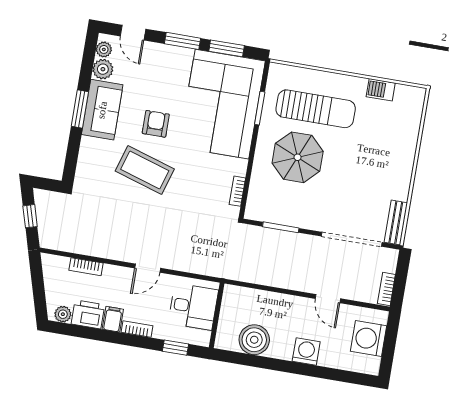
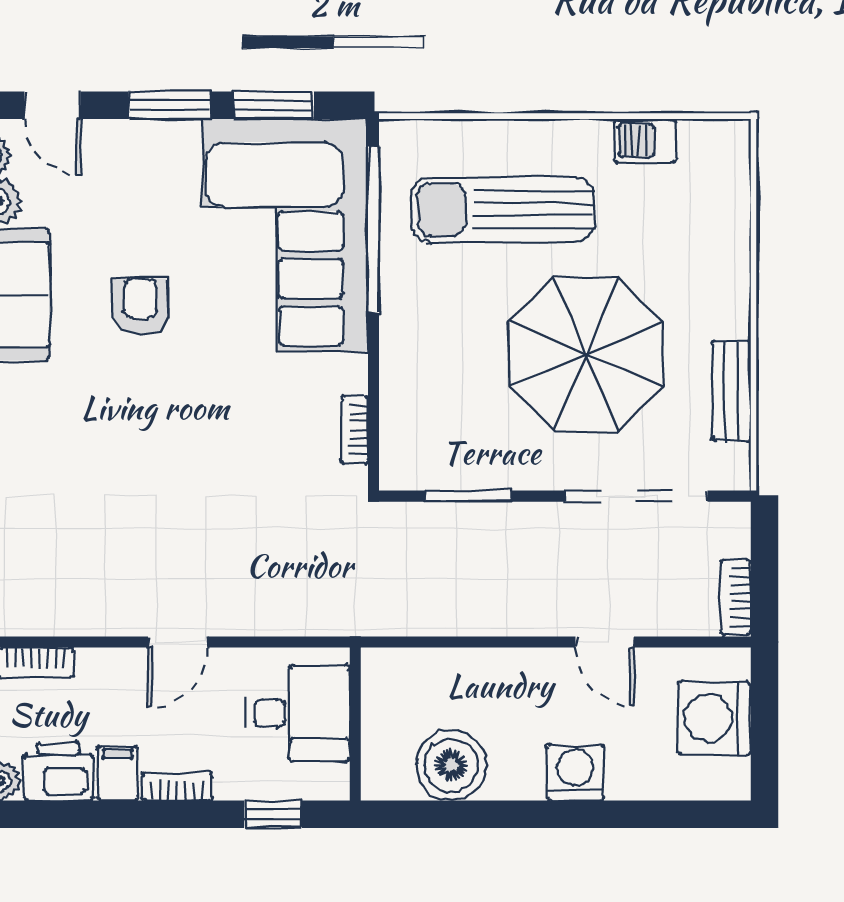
window: (260, 108) -> (373, 230), width x2.11
sun lounger: (316, 109) -> (503, 210), turned 180
parasol: (298, 157) -> (586, 354), moved, width x1.36, depth x1.36
coffee table: (145, 170) -> (133, 417), removed
bench: (396, 222) -> (732, 391), moved

